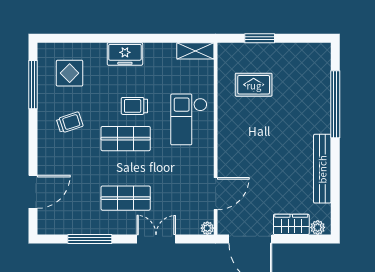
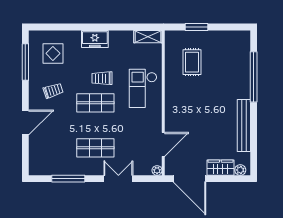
rug: (254, 85) -> (192, 62), turned 90
door: (33, 192) -> (25, 122), moved

